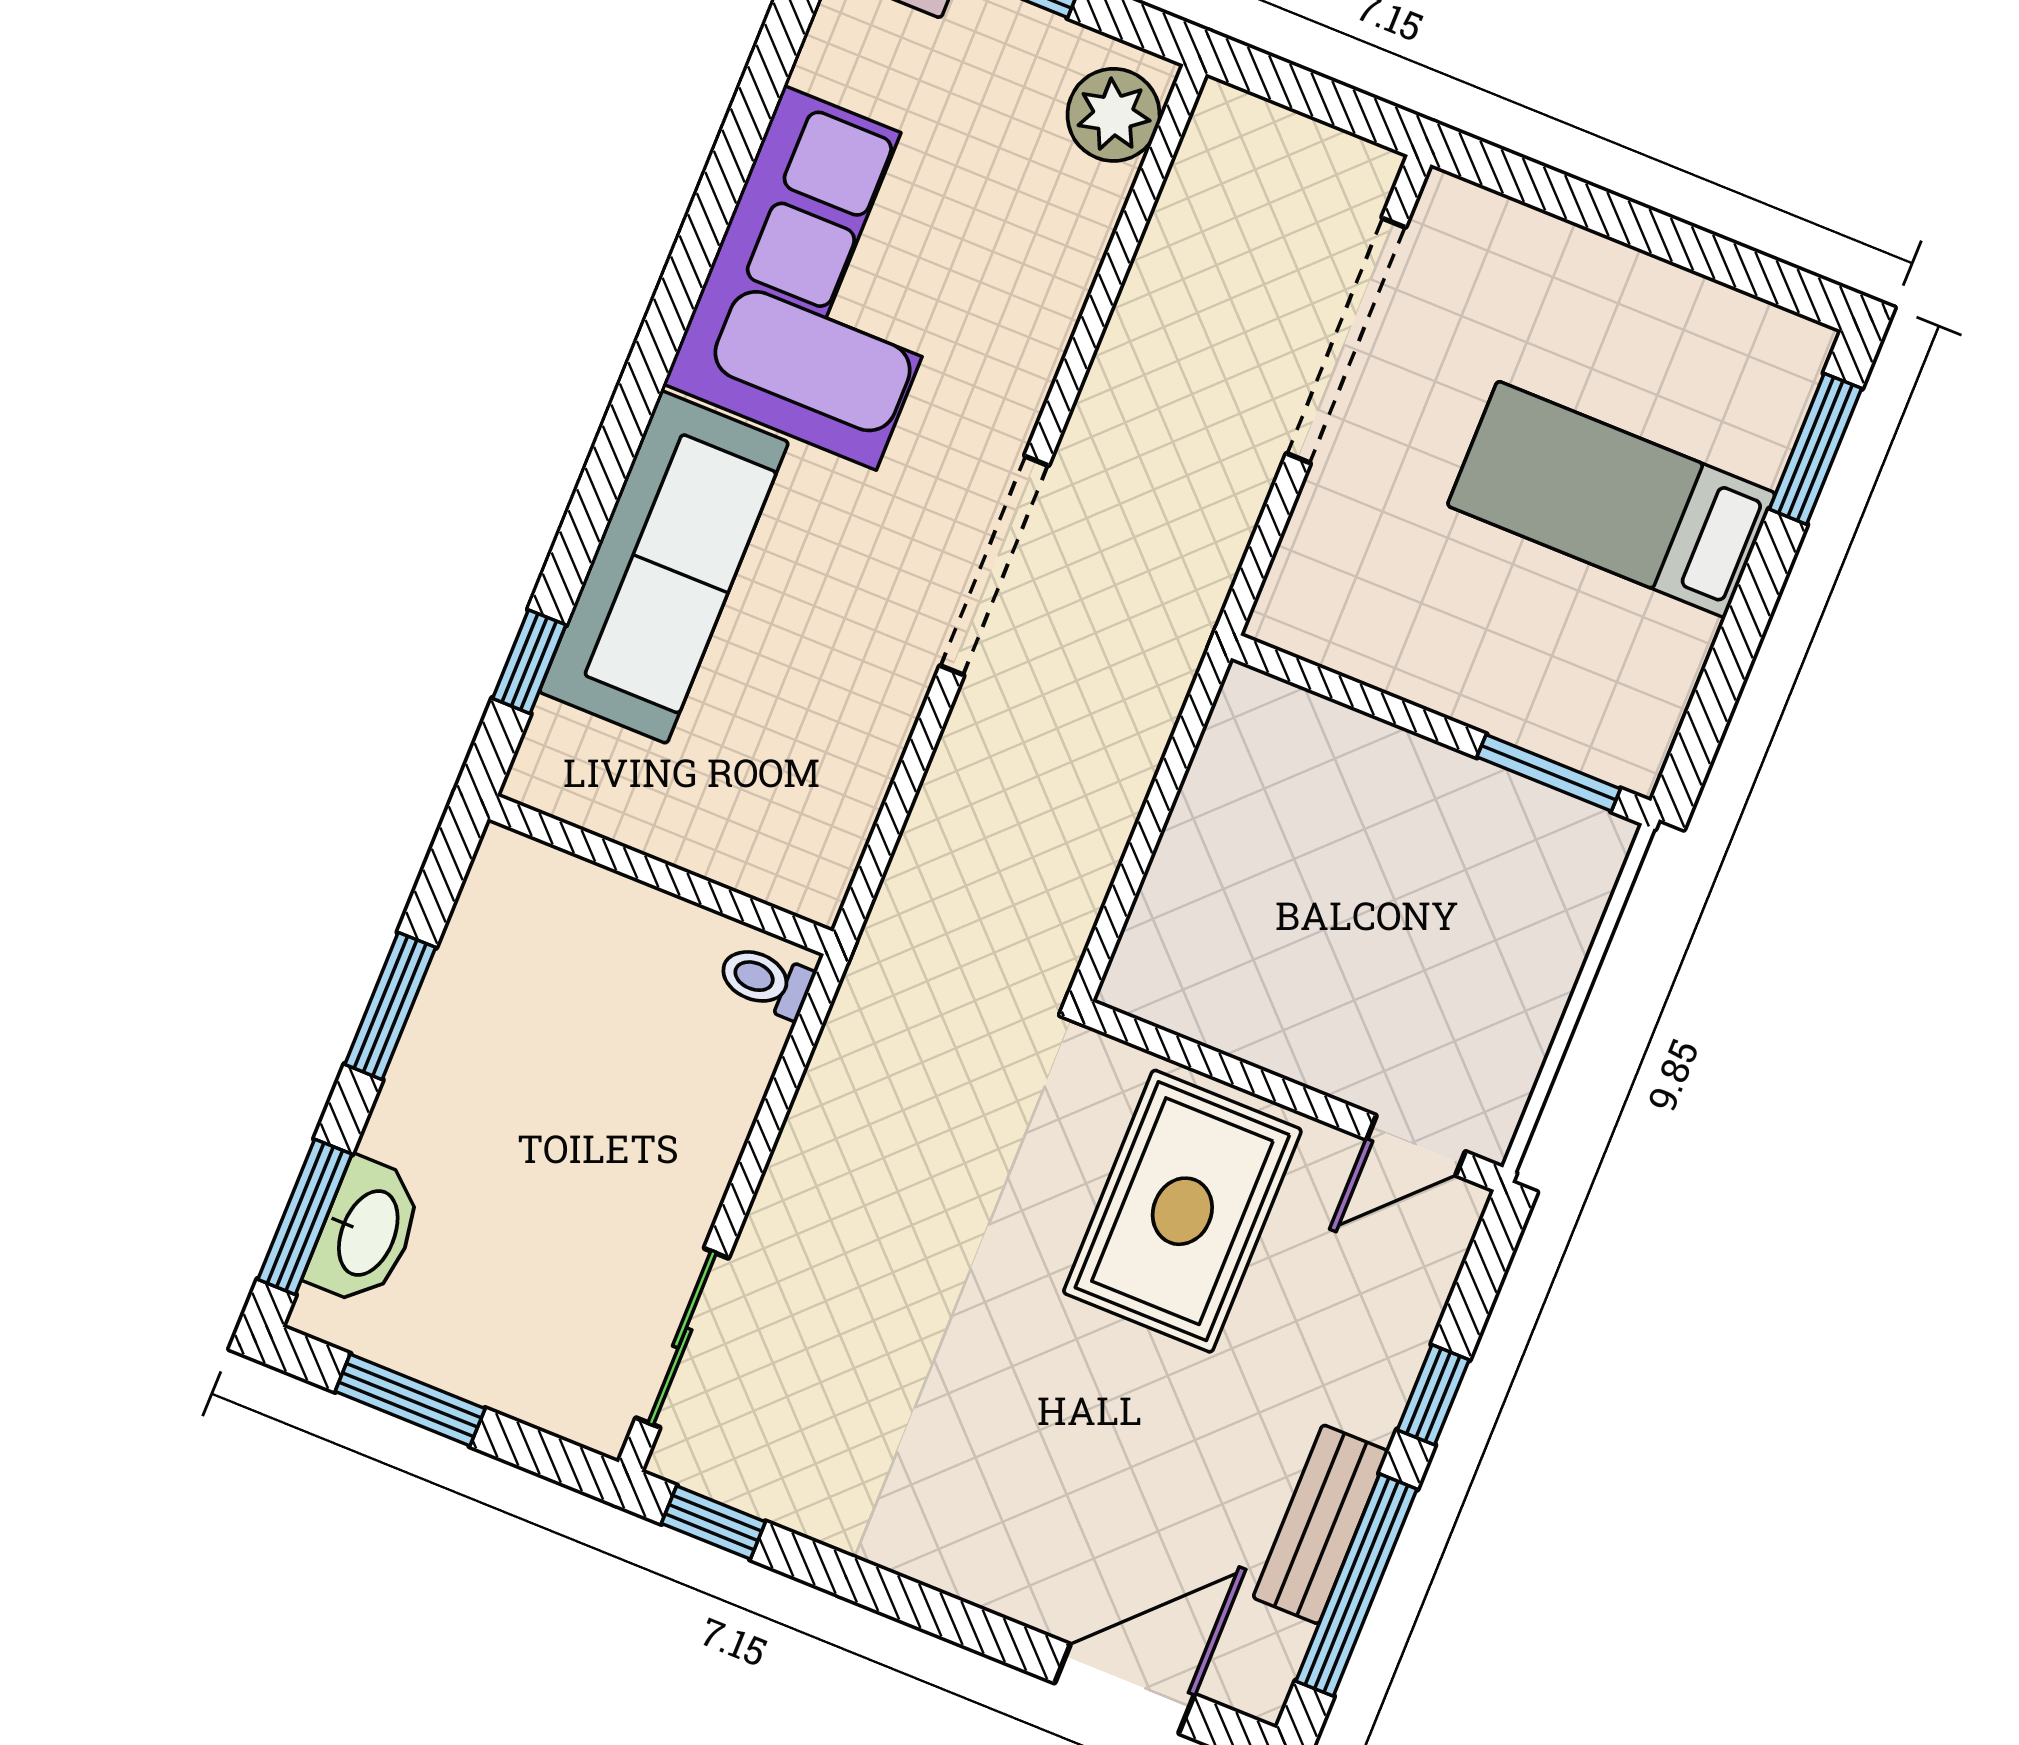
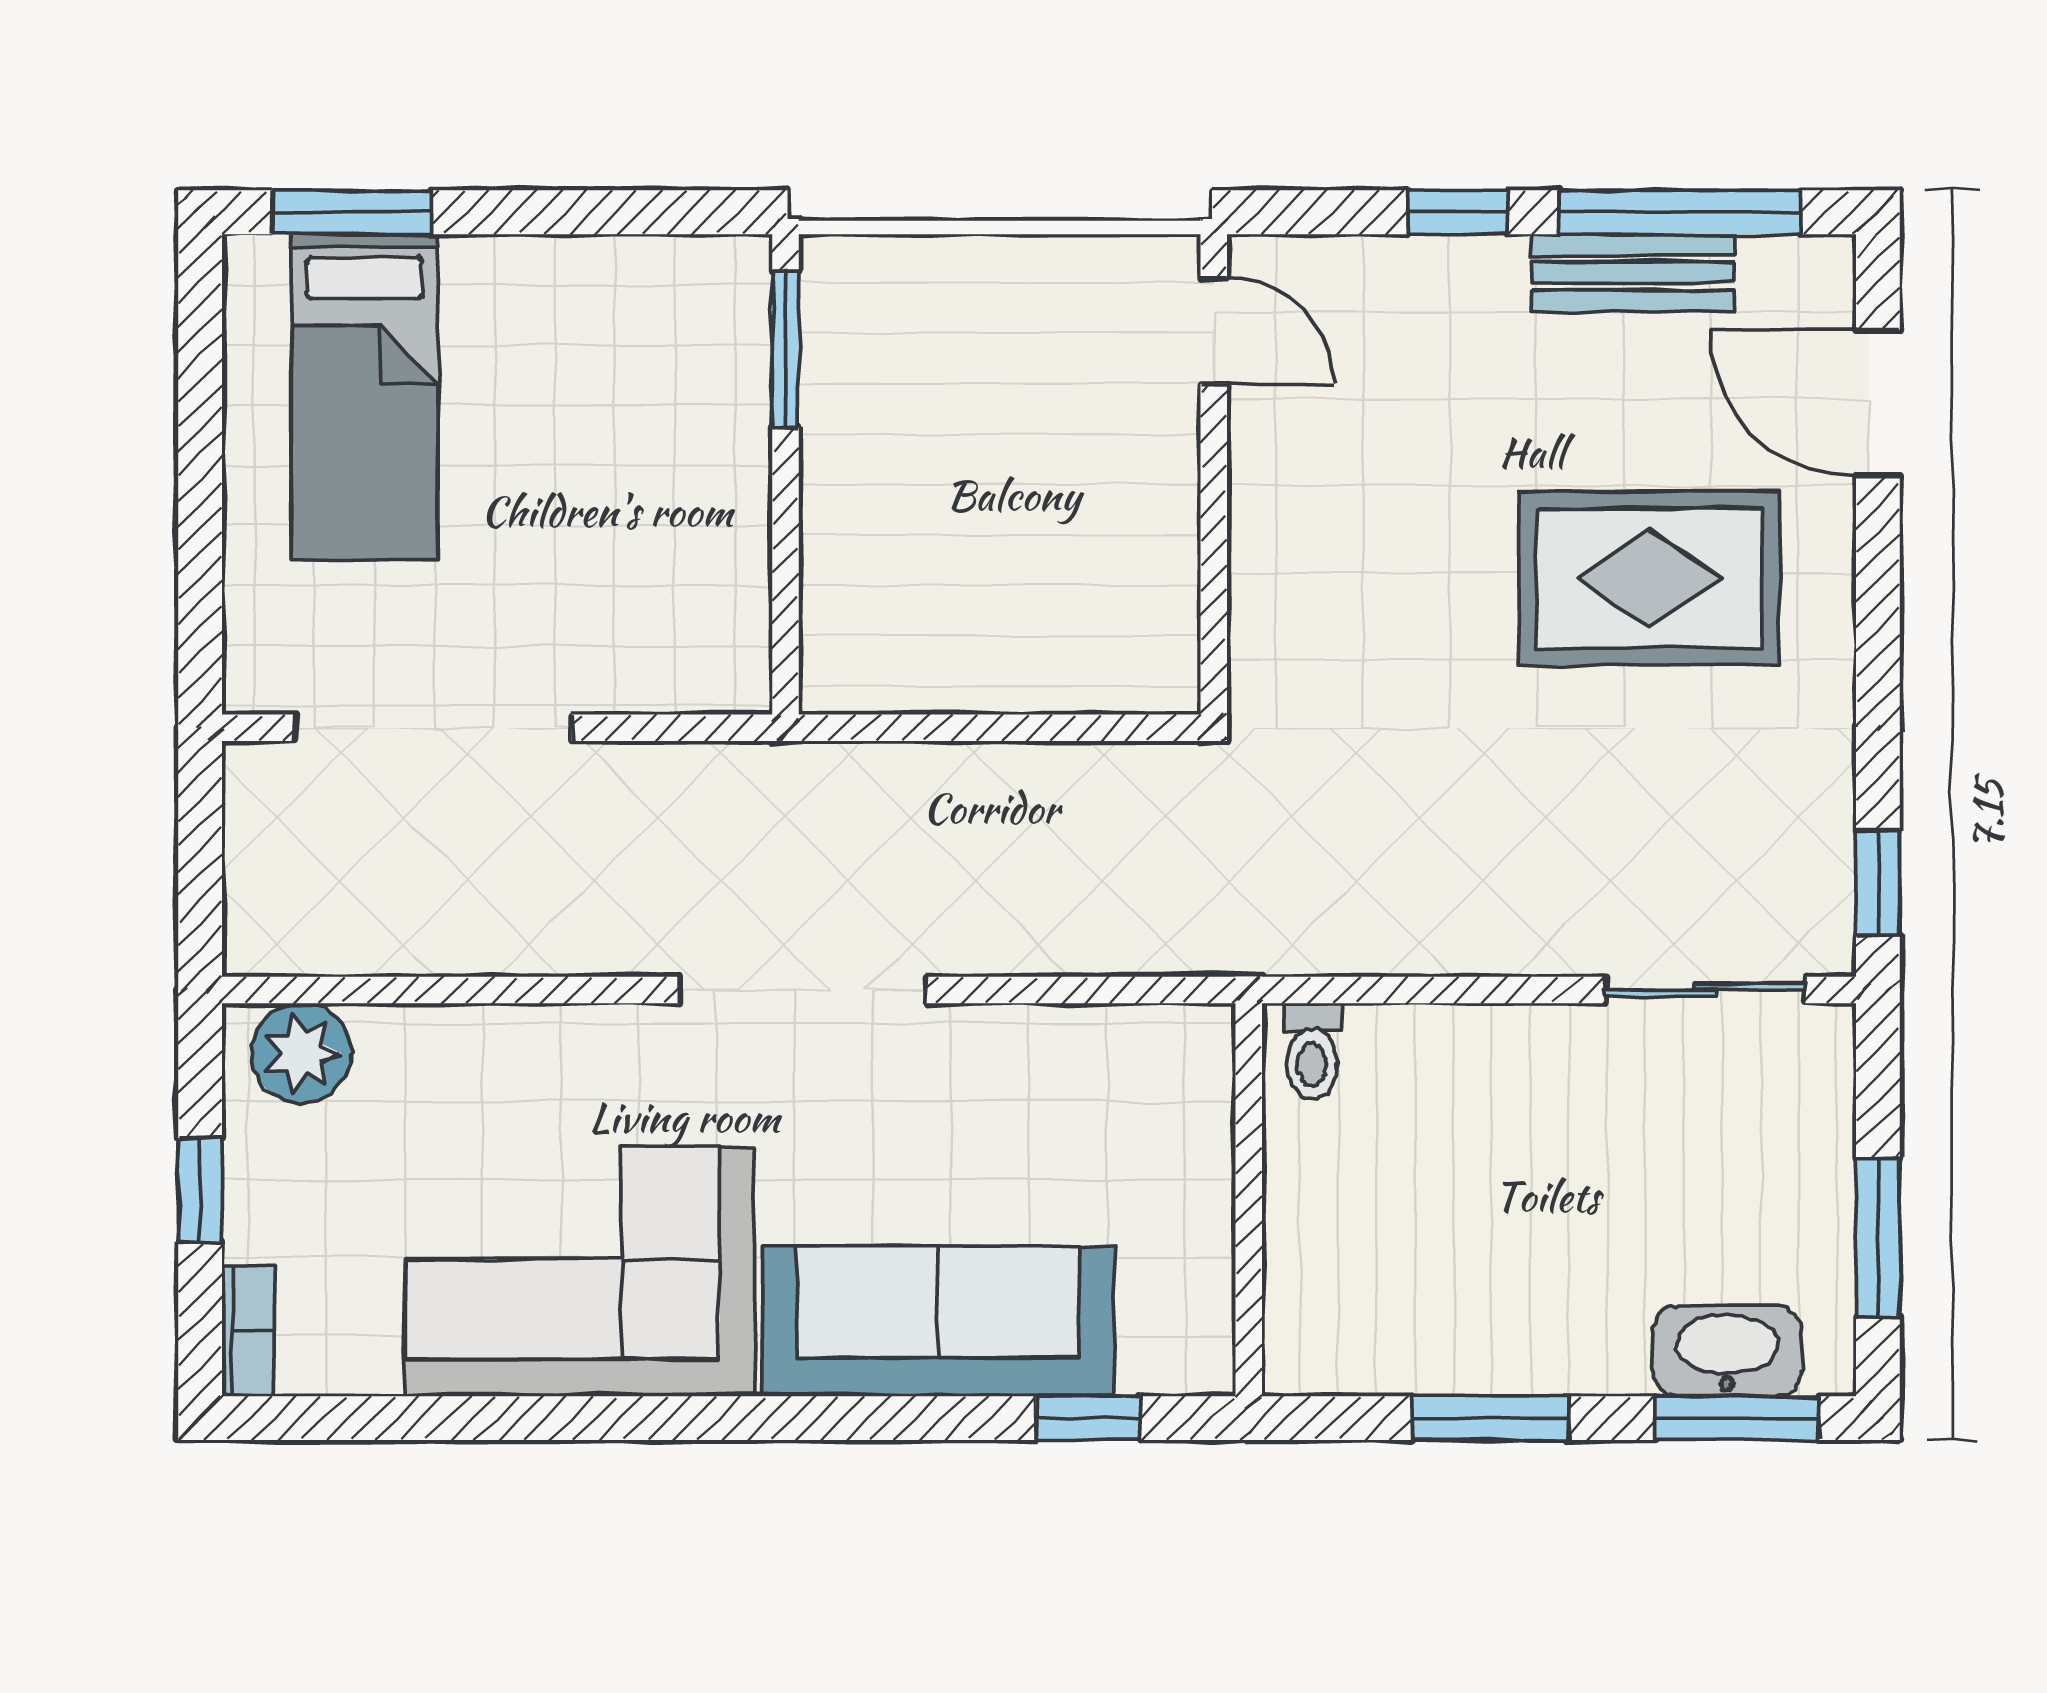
bed: (1611, 499) -> (365, 397), moved
rug: (1182, 1211) -> (1649, 578), moved

